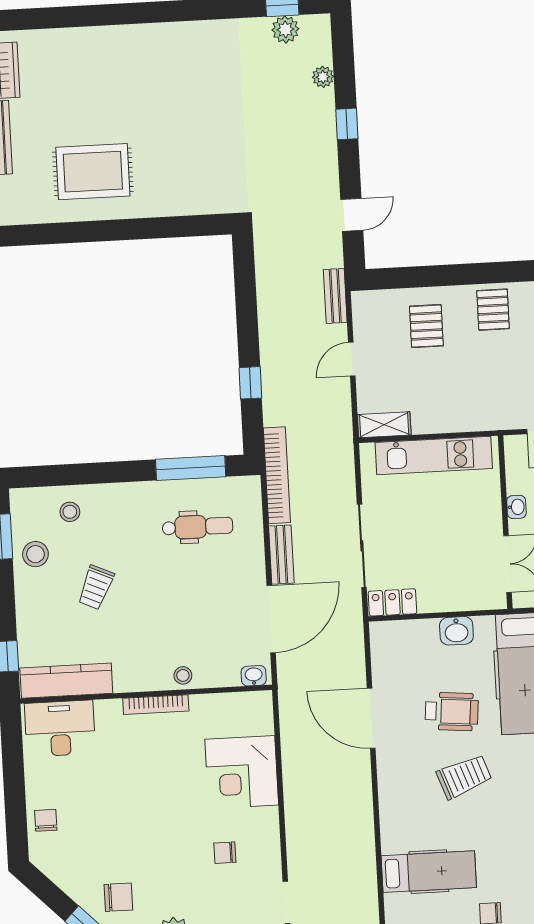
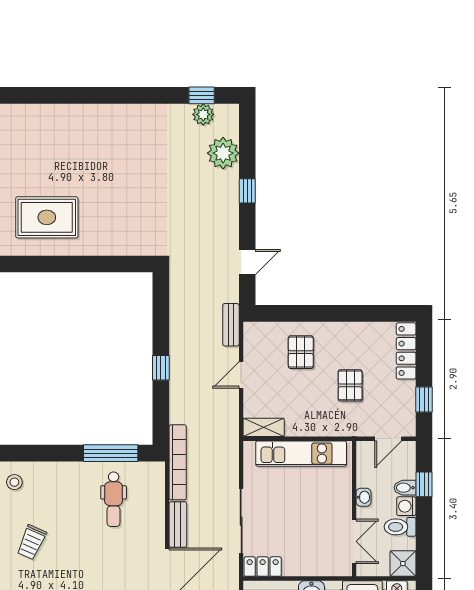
plant: (323, 77) -> (223, 153), width x1.87, depth x1.87
pallet: (493, 310) -> (350, 385), moved
window: (250, 383) -> (161, 368), moved
dental chair: (198, 527) -> (114, 499), turned 90

